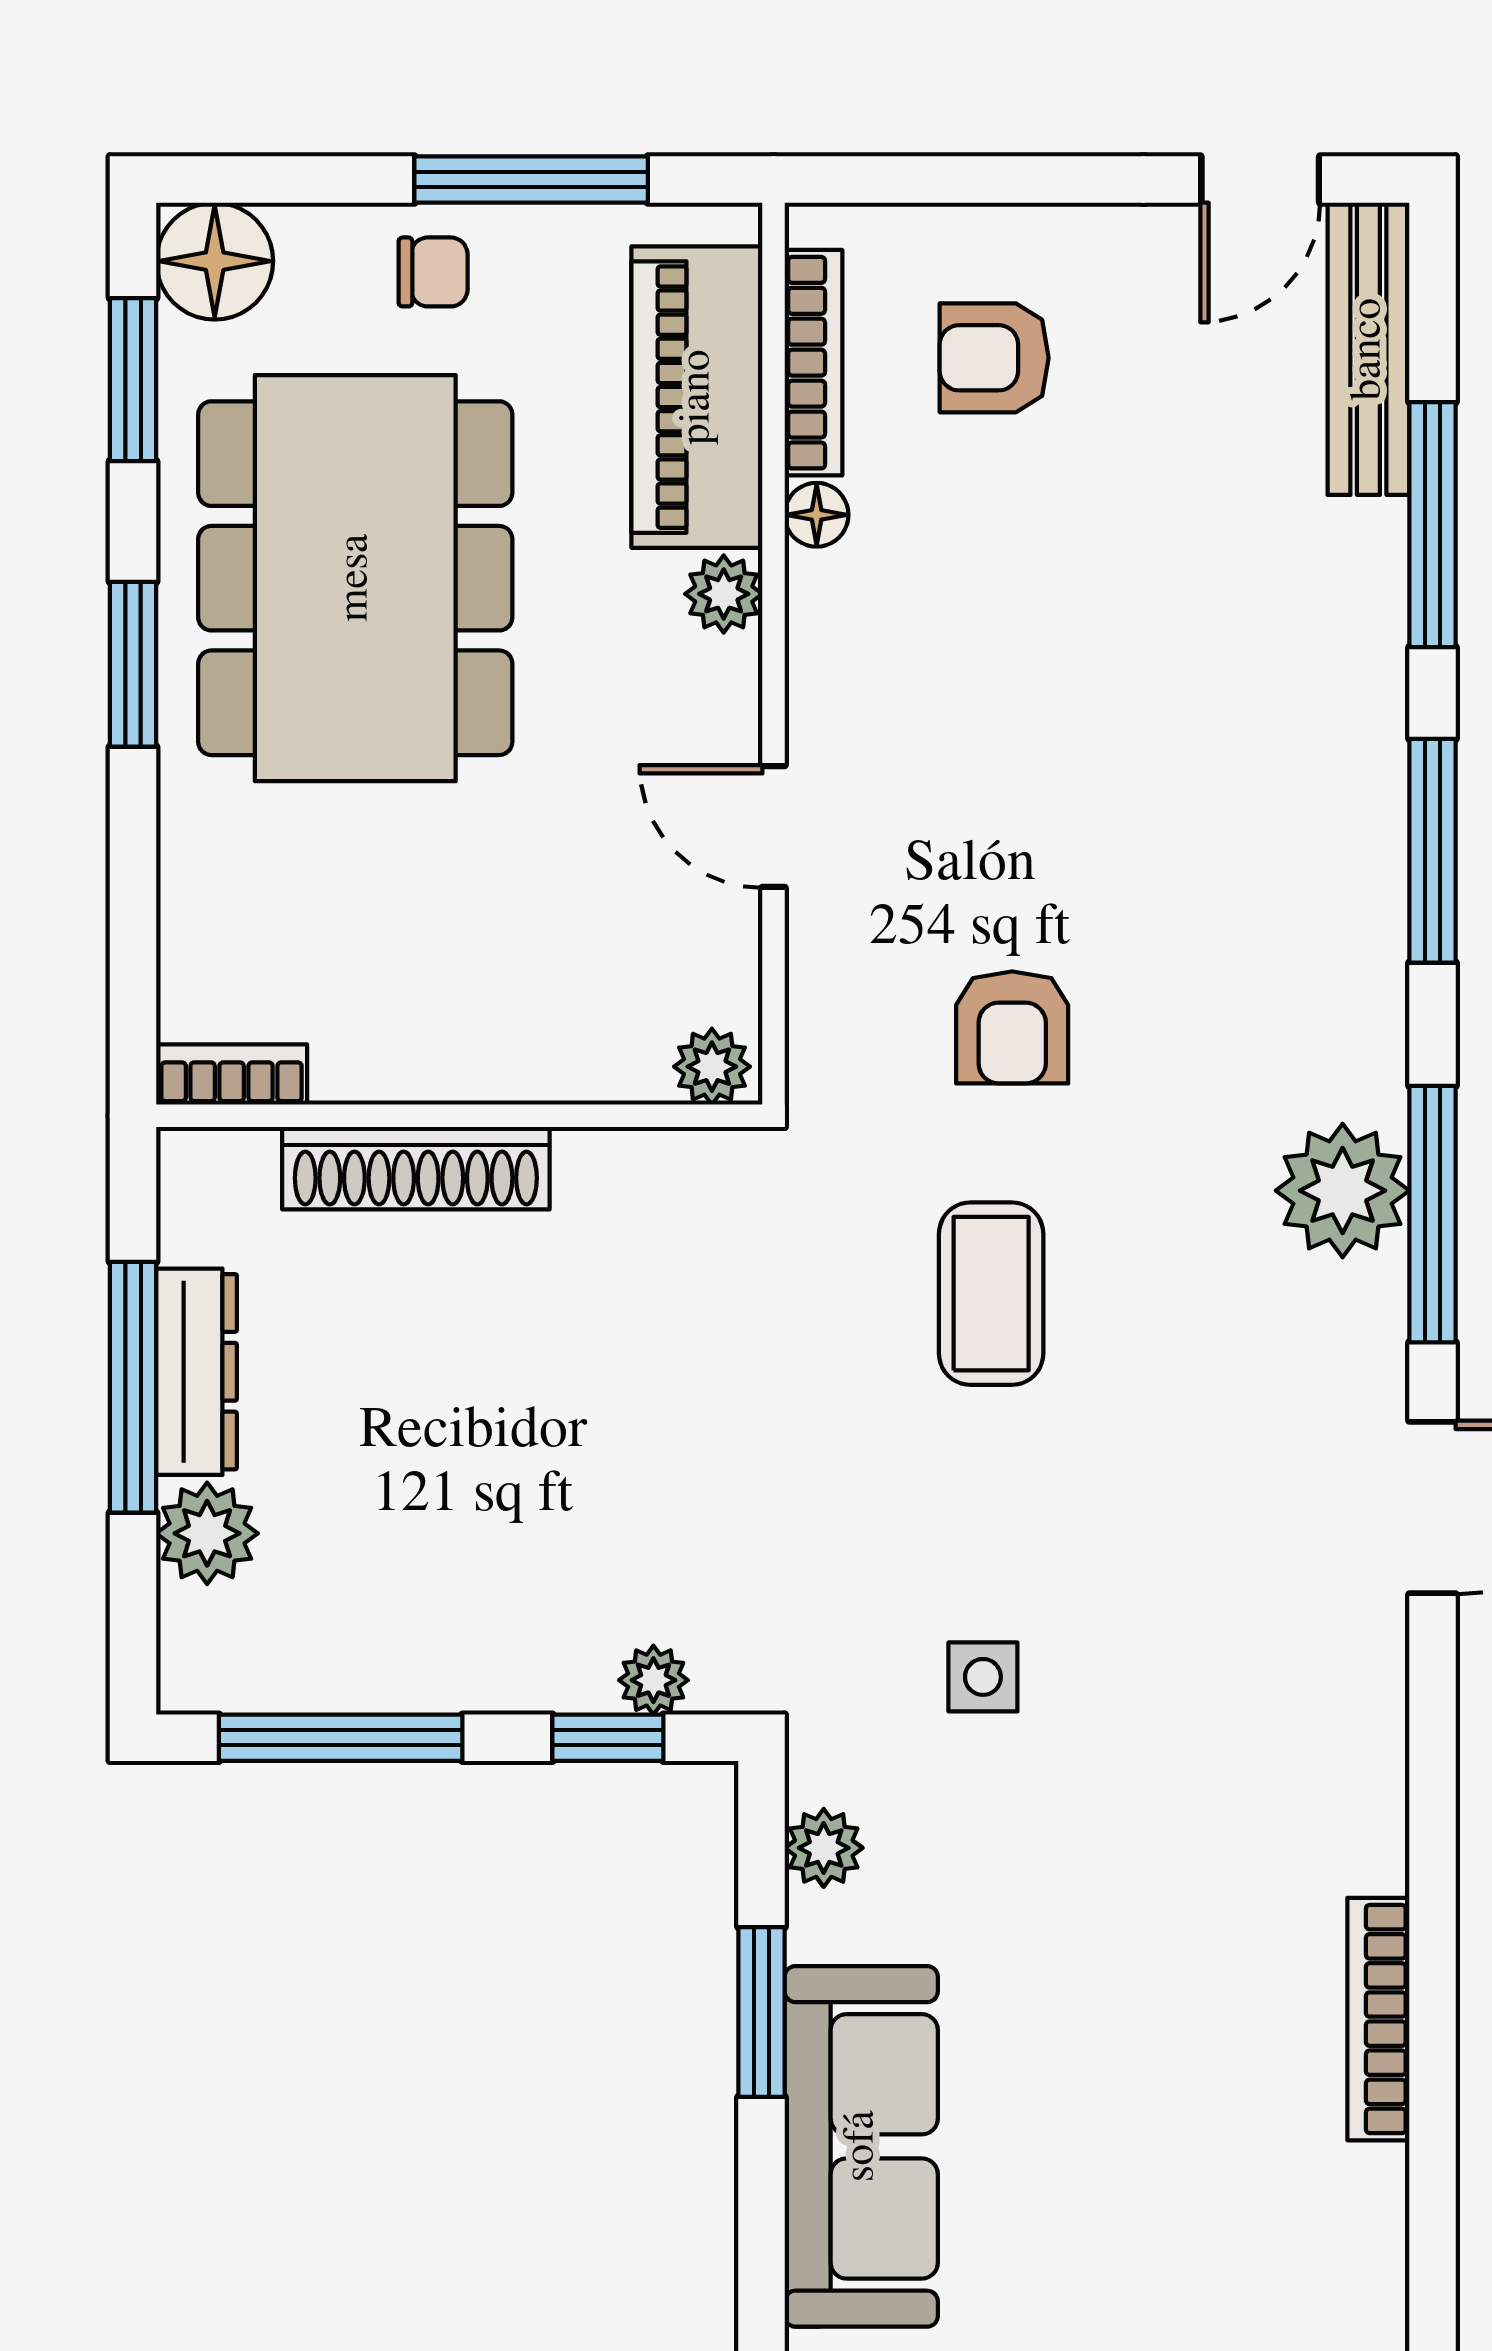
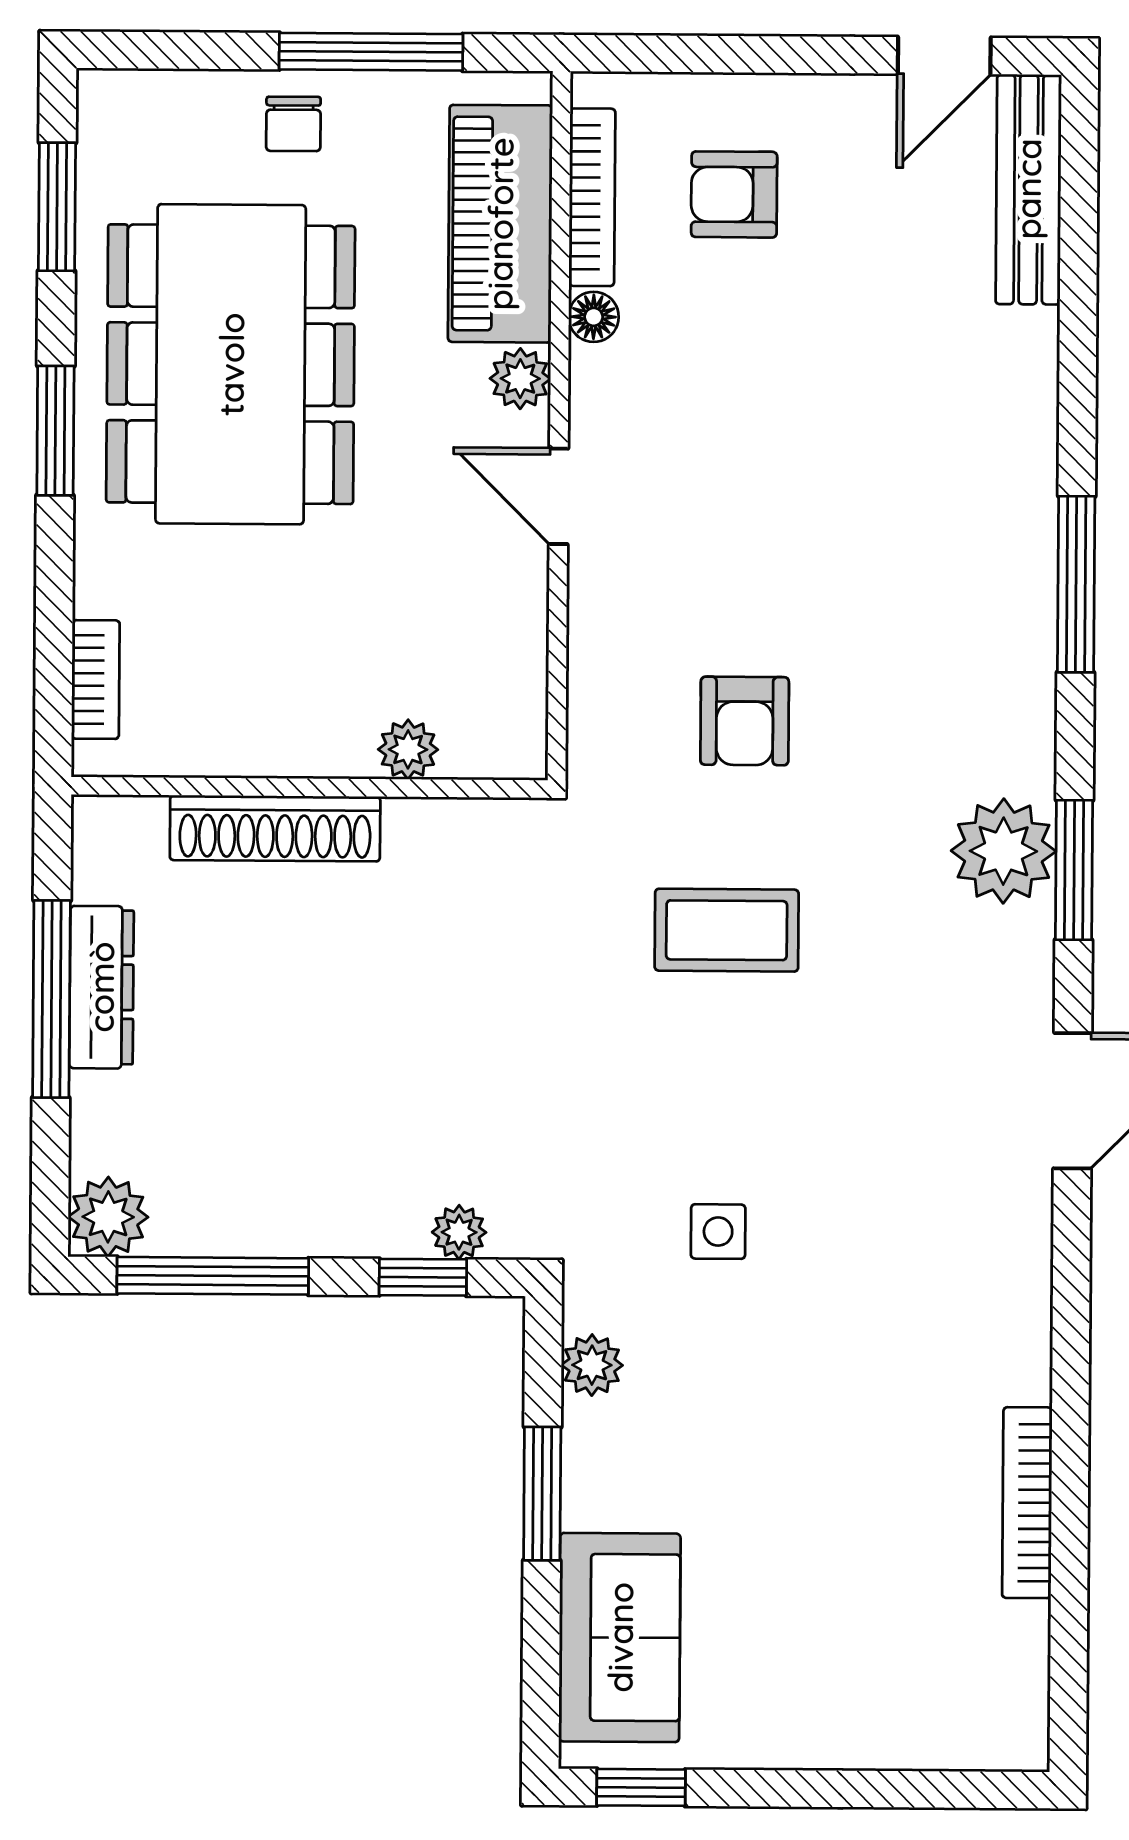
floor lamp: (215, 261) -> (122, 114), removed
chair: (433, 272) -> (293, 124), turned 90
window: (1432, 525) -> (1078, 328), removed
door: (774, 827) -> (559, 496), moved
plant: (712, 1067) -> (408, 749), moved
bookcase: (232, 1074) -> (96, 680), moved, turned 90
window: (1432, 1214) -> (1074, 870), width x0.69
coffee table: (991, 1294) -> (727, 930), turned 90
plant: (207, 1533) -> (108, 1217), moved
sofa: (861, 2146) -> (620, 1637), width x0.73

